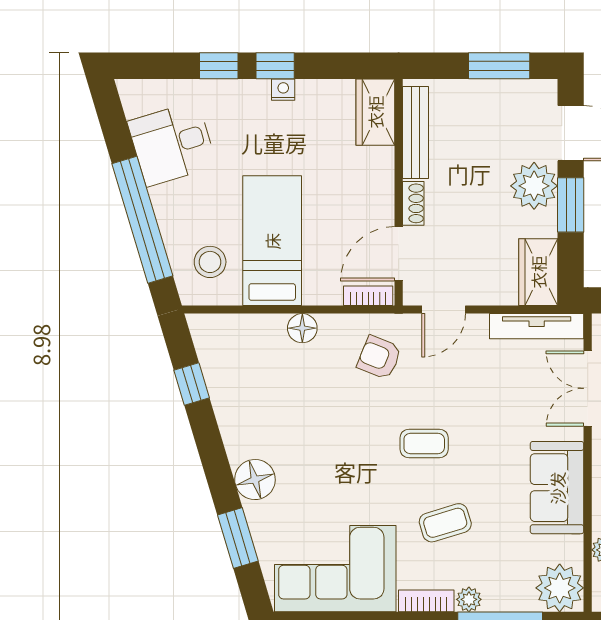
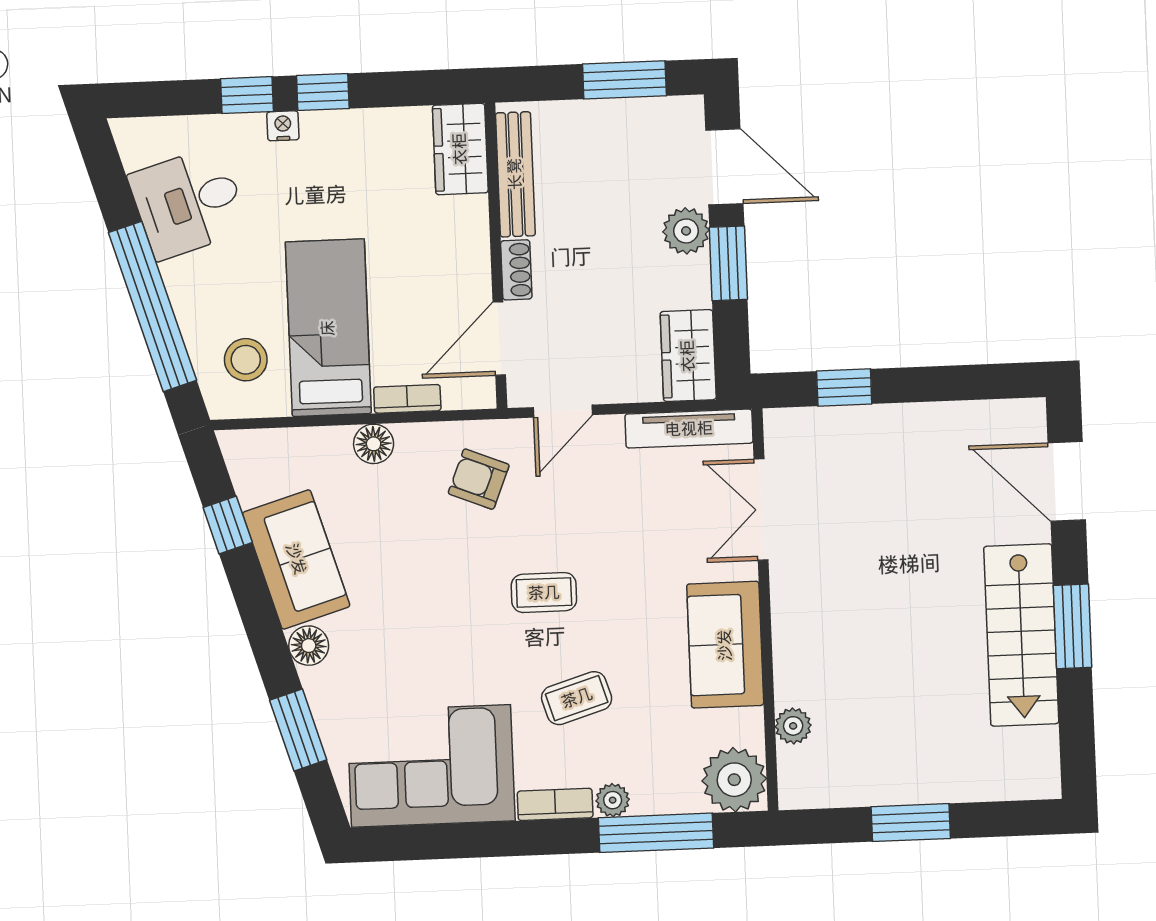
nightstand: (283, 90) -> (283, 126), moved
plant: (534, 186) -> (686, 231), width x0.73, depth x0.73
bookcase: (368, 296) -> (407, 399), moved
sofa: (241, 412) -> (296, 559), added
floor lamp: (255, 480) -> (309, 646), width x0.73, depth x0.73

